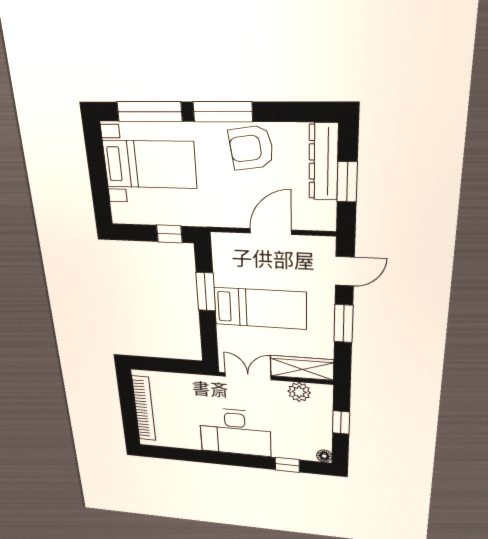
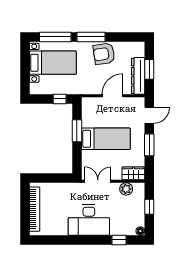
dresser: (323, 162) -> (138, 76), moved
wardrobe: (302, 368) -> (133, 173), width x0.67

